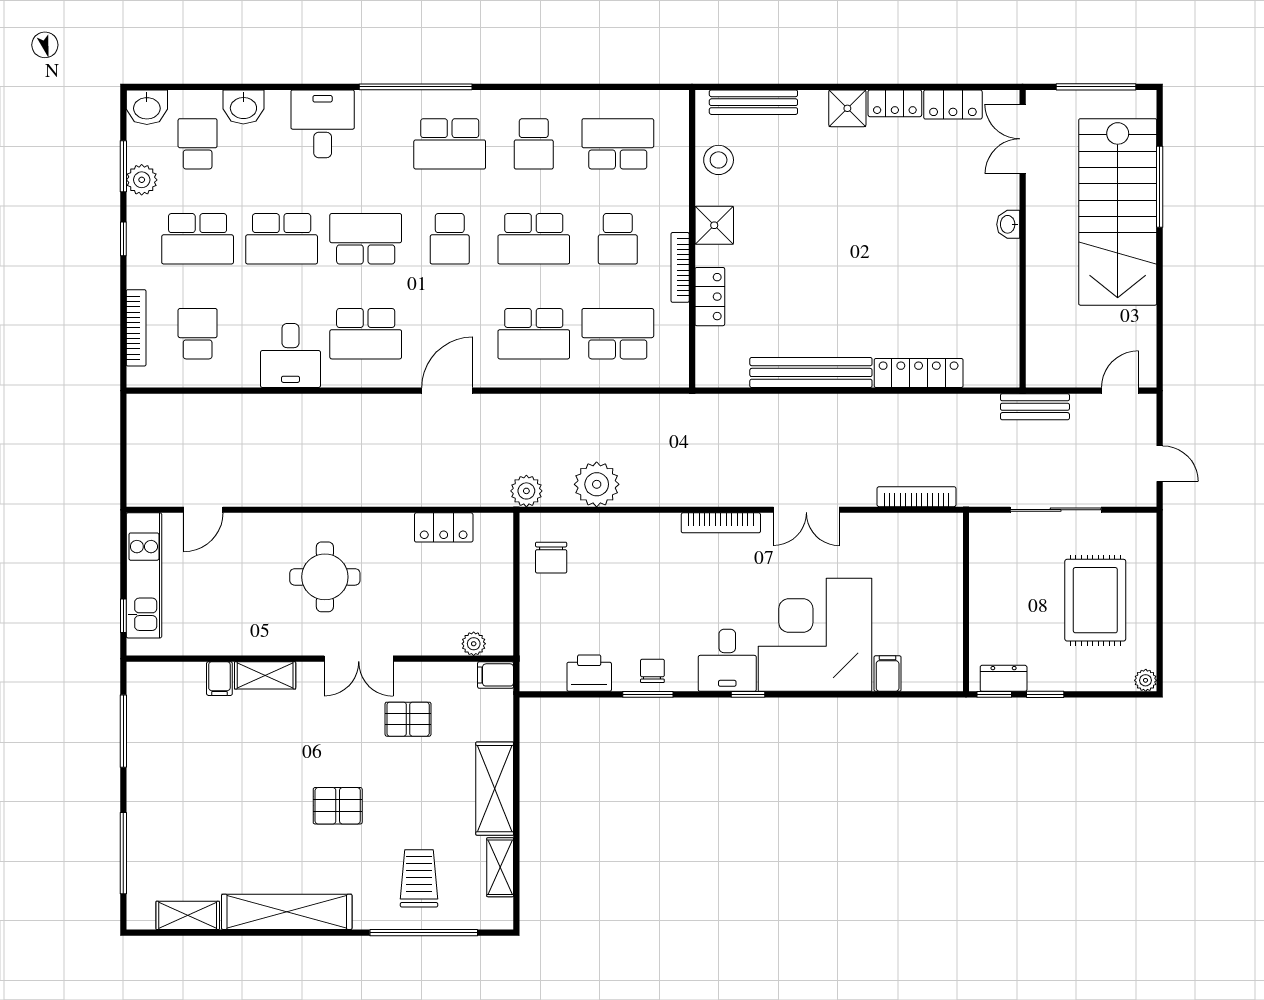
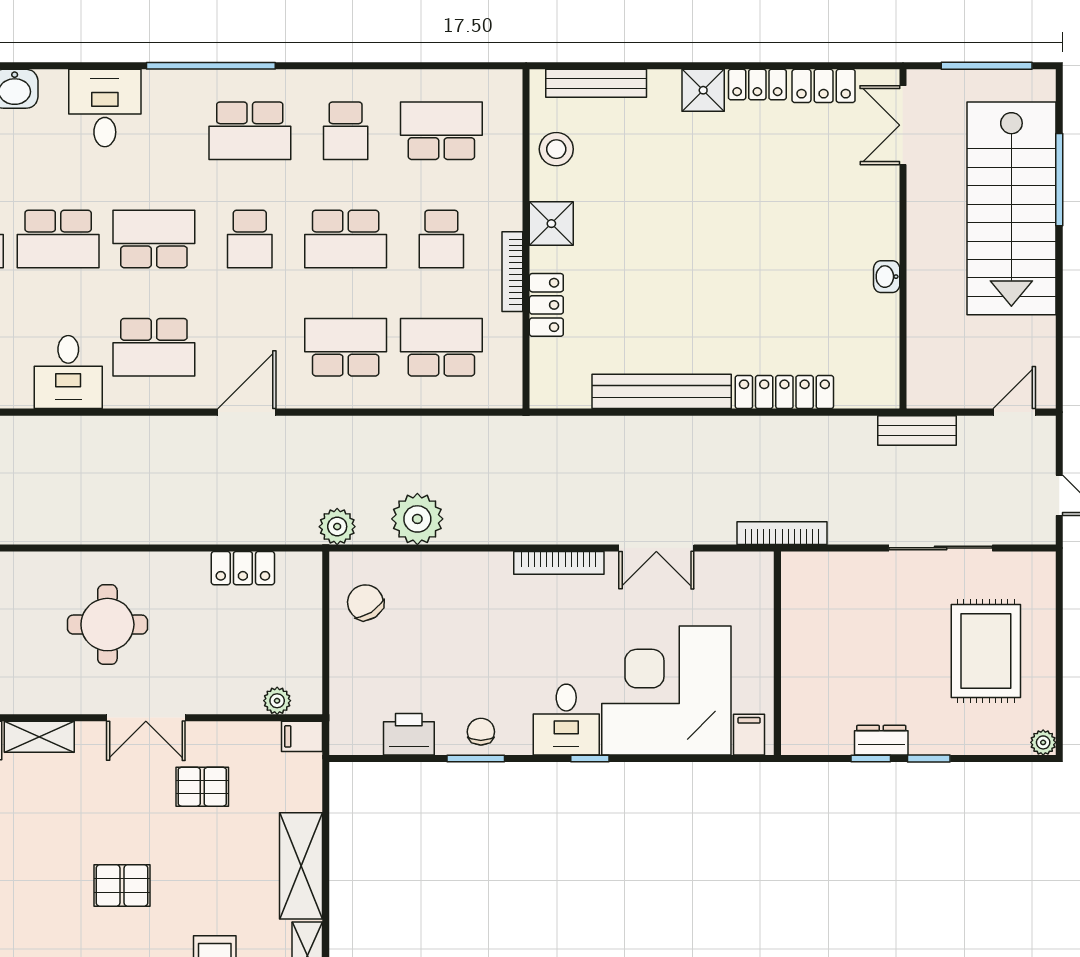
washbasin: (1008, 224) -> (887, 277), moved
school desk: (534, 334) -> (346, 347), turned 180
chair: (551, 558) -> (365, 603), turned 147
wall: (966, 602) -> (777, 653), moved

